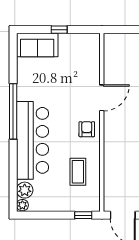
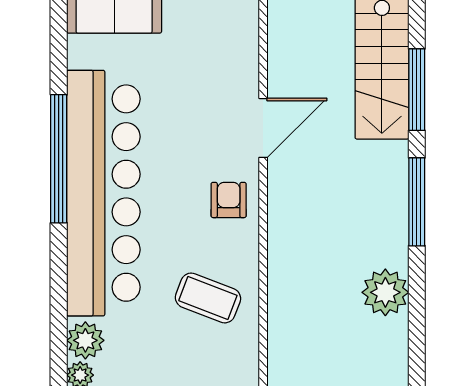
bar counter: (33, 140) -> (103, 193), width x1.36
coffee table: (78, 172) -> (208, 298), turned -69

